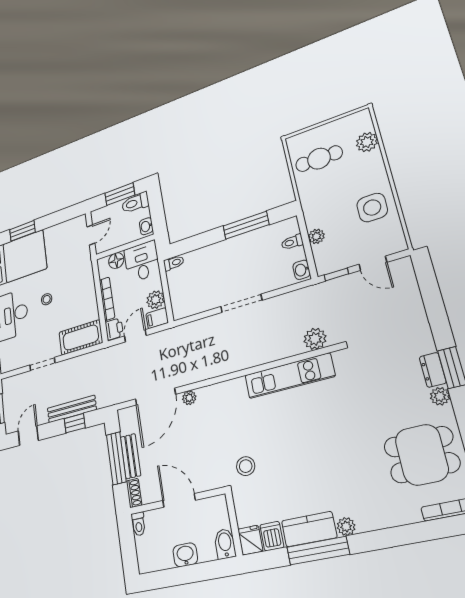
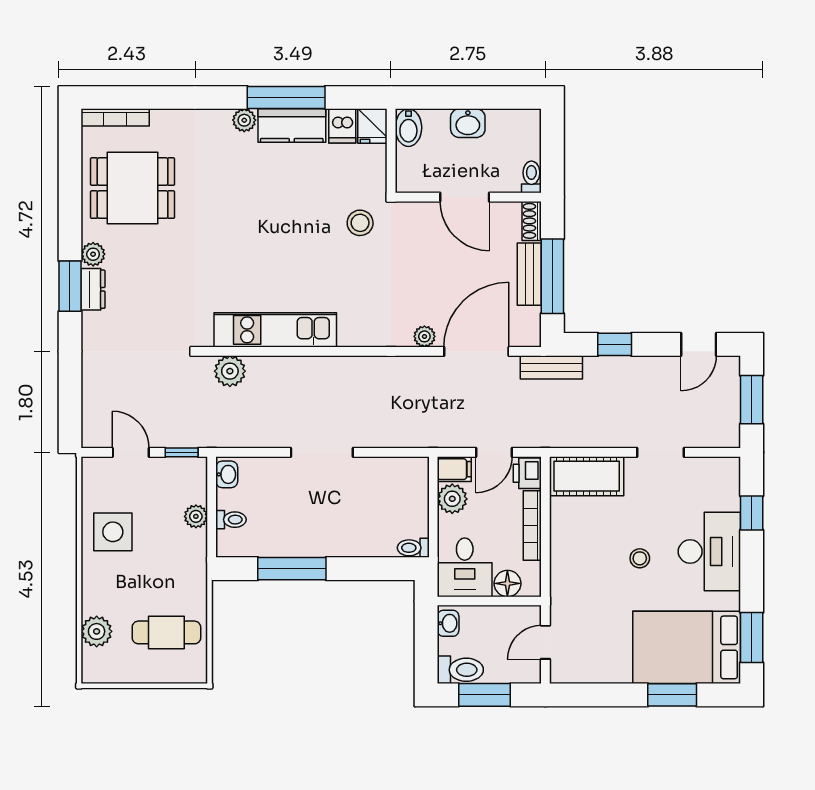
bench: (72, 409) -> (551, 367), moved, width x0.73

